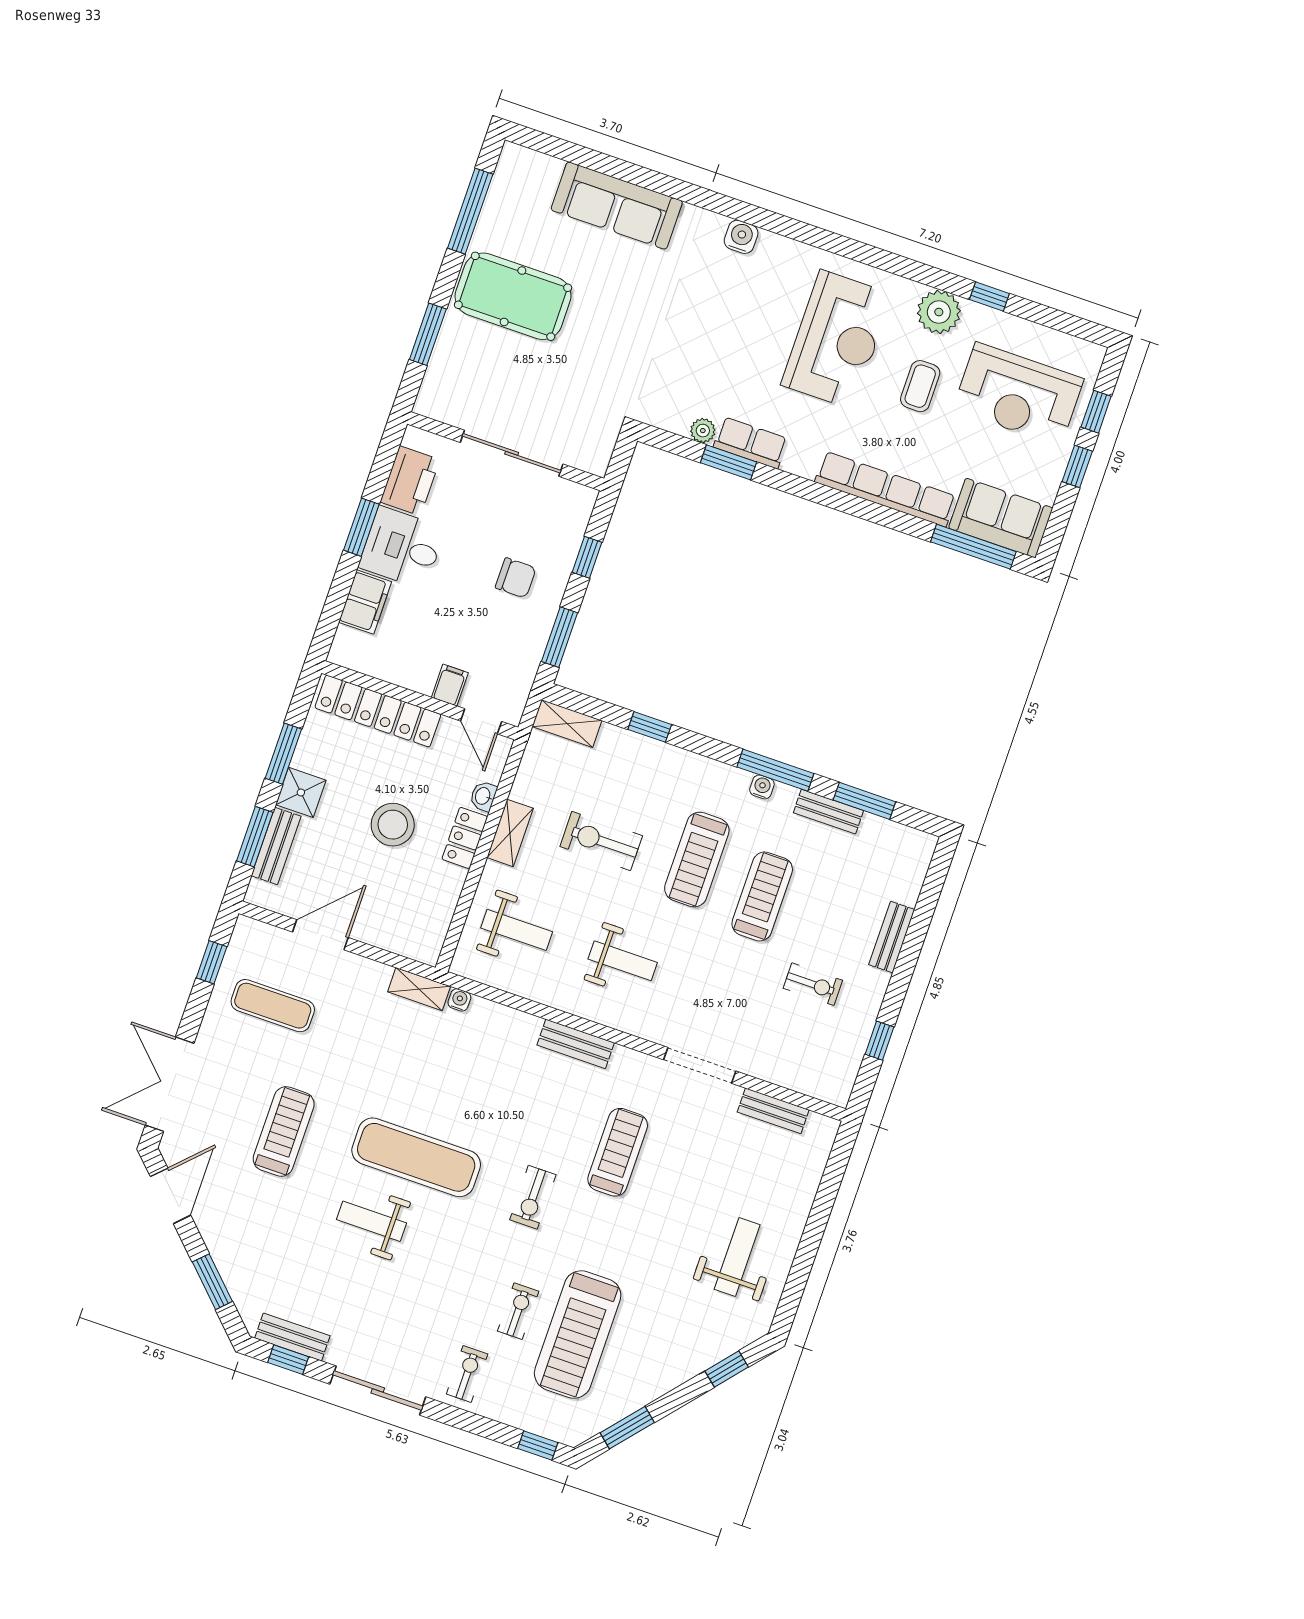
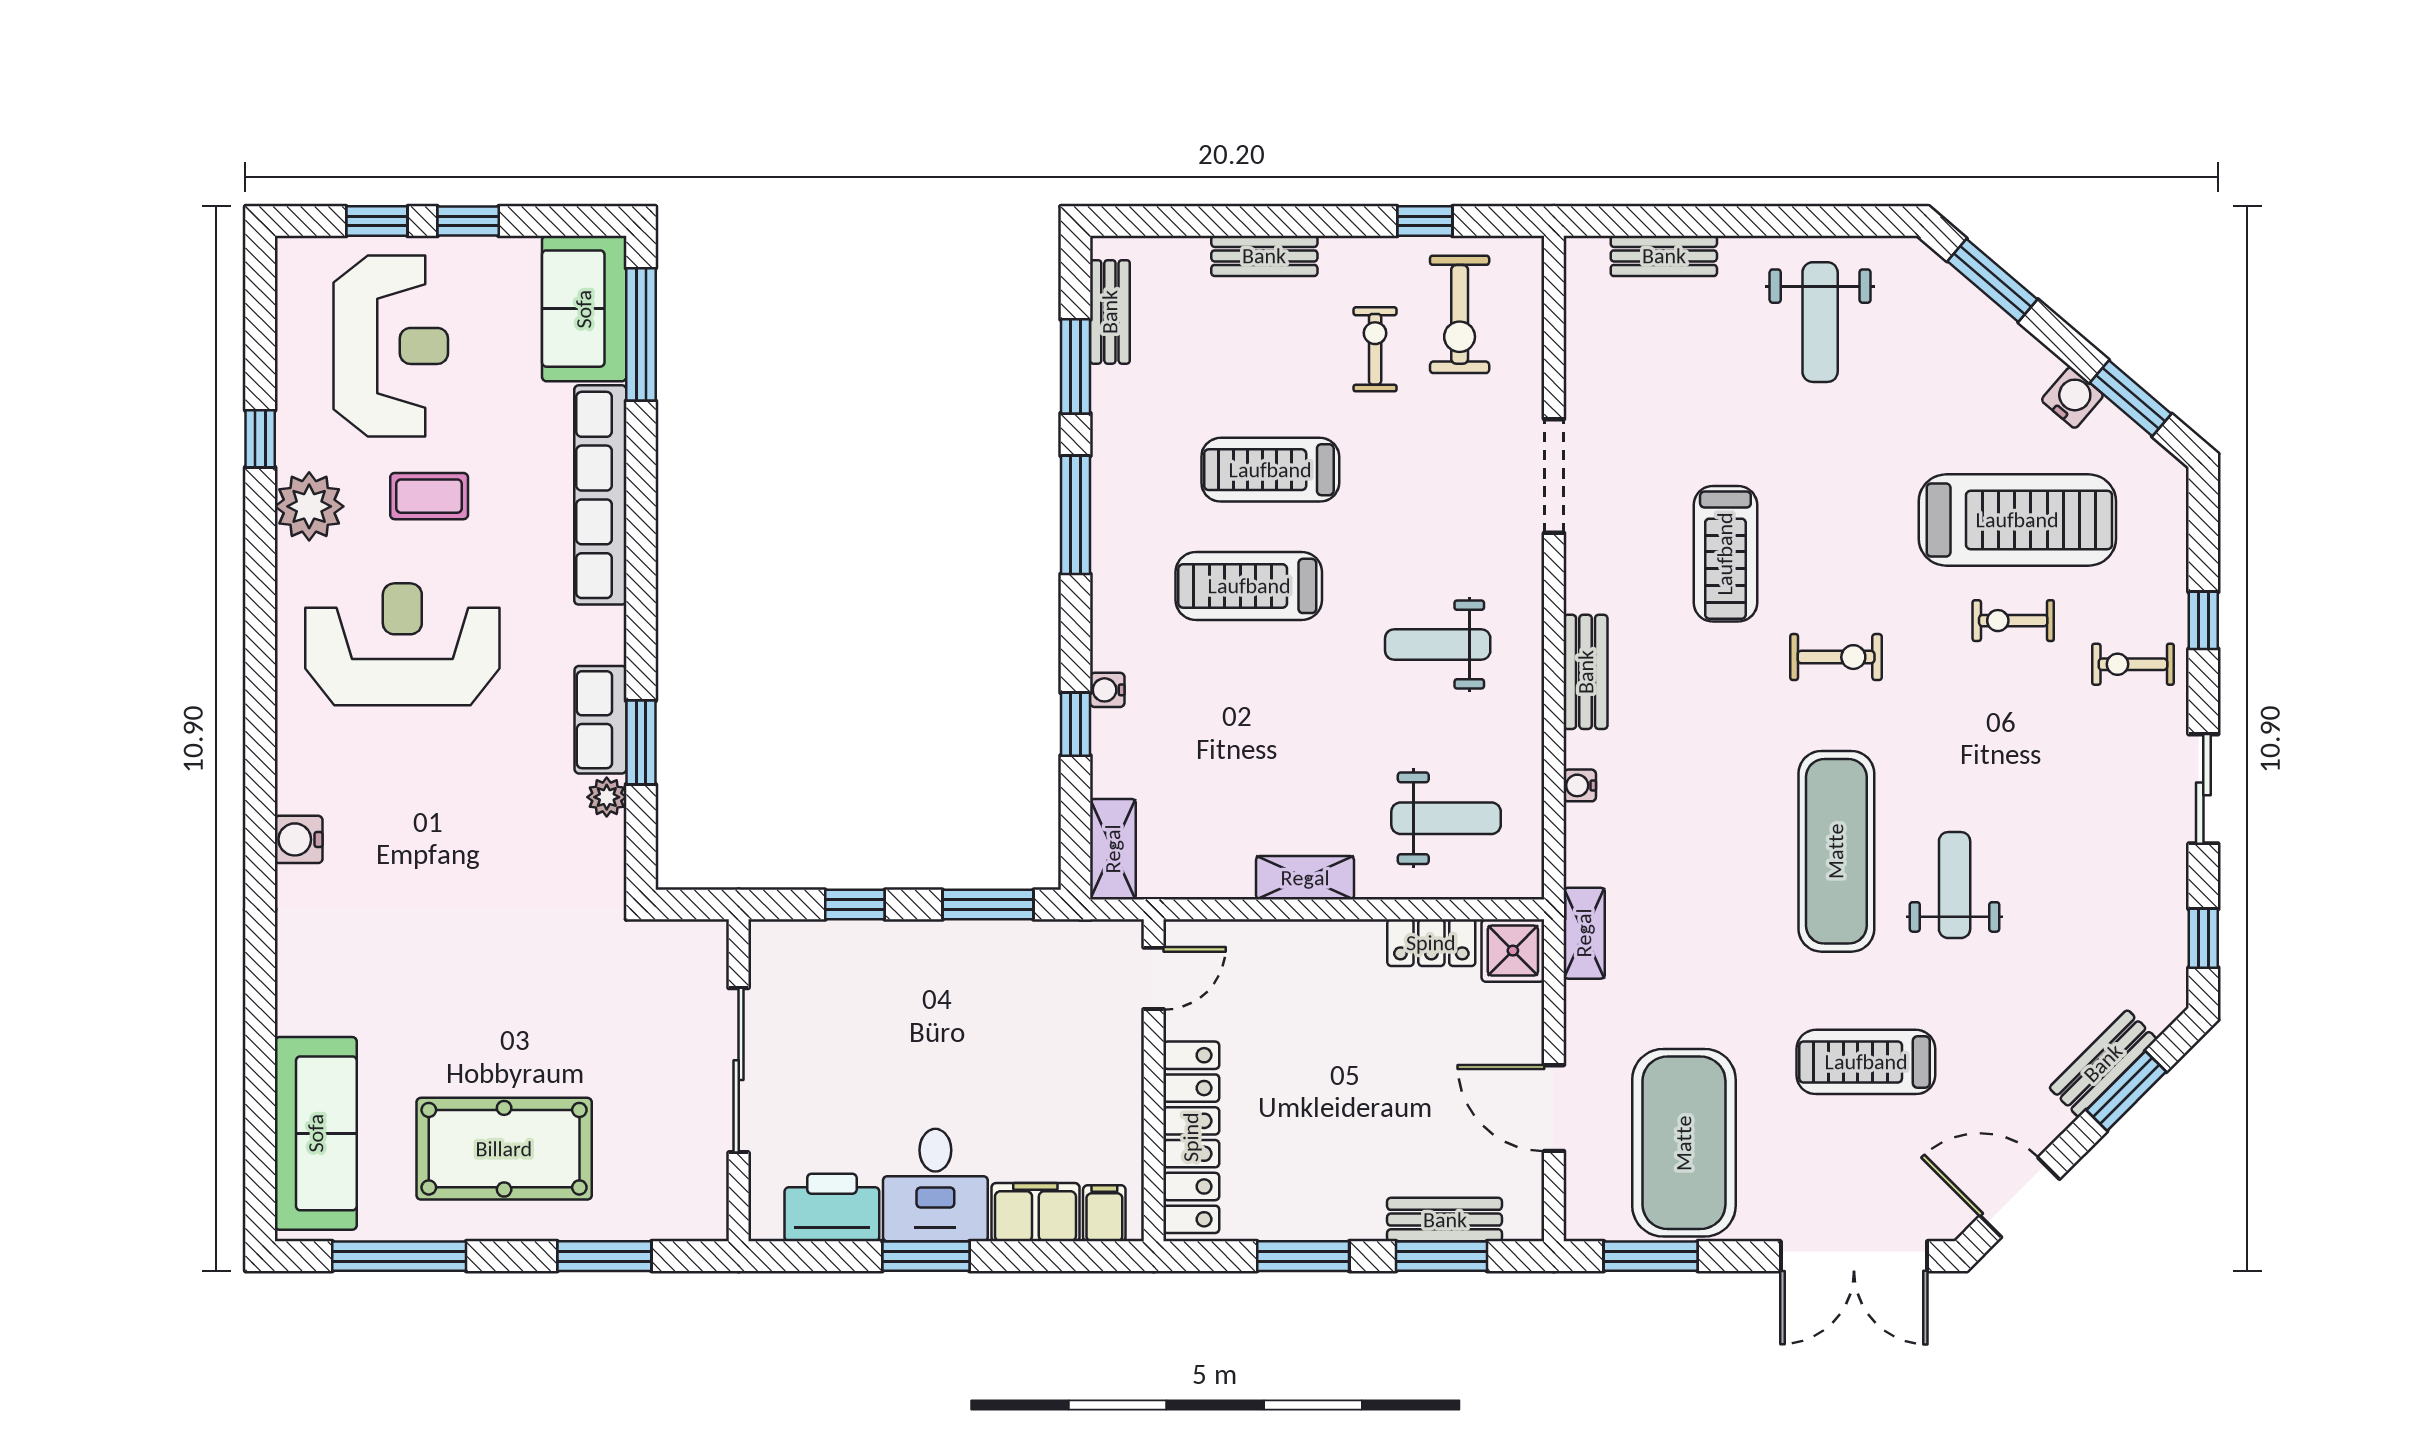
sofa: (617, 206) -> (316, 1133), moved
pool table: (513, 296) -> (504, 1149), turned 90
chair: (516, 578) -> (922, 1000), removed
filing cabinet: (450, 685) -> (1104, 1213), moved, turned 90
water cooler: (762, 787) -> (1107, 690), moved
shower: (301, 792) -> (1513, 951), moved
washbasin: (483, 796) -> (1264, 937), removed
bench: (828, 812) -> (1110, 312), moved
stool: (393, 825) -> (1353, 1057), removed
locker: (465, 838) -> (1431, 943), moved
exercise bike: (601, 841) -> (1460, 314), moved
treadmill: (697, 859) -> (1249, 586), turned 180
weight bench: (517, 930) -> (1446, 818), turned 90
weight bench: (623, 961) -> (1438, 645), turned -90
window: (212, 962) -> (1651, 1256), width x1.50
water cooler: (459, 1000) -> (1580, 785), moved
exercise mat: (273, 1006) -> (1684, 1143), width x2.00, depth x1.45
bench: (773, 1111) -> (1664, 256), moved, turned 90
treadmill: (618, 1152) -> (1725, 554), turned -90
weight bench: (371, 1221) -> (1955, 885), turned 180
weight bench: (737, 1257) -> (1820, 322), turned -90
bench: (292, 1337) -> (2103, 1063), moved, turned 45
window: (727, 1369) -> (1992, 280), width x1.50
sliding door: (378, 1390) -> (2203, 789), width x0.73
water cooler: (640, 1393) -> (2072, 398), added
window: (538, 1446) -> (2203, 620), moved

